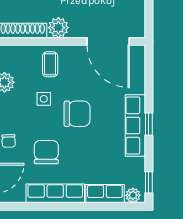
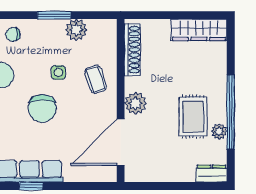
plant: (58, 28) -> (136, 103), moved
coffee table: (50, 64) -> (96, 79), turned 72

